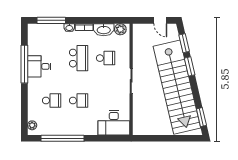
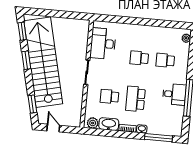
window: (190, 66) -> (26, 60), moved
desk: (114, 123) -> (103, 43), moved, turned -90
window: (63, 138) -> (158, 23), removed

